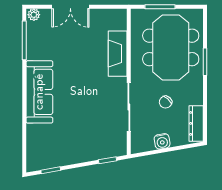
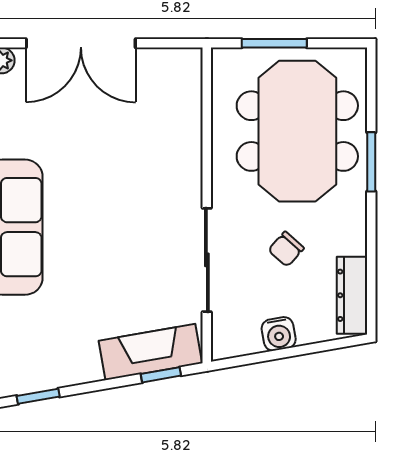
double door: (70, 7) -> (81, 43), width x1.37
fireplace: (118, 54) -> (150, 352), moved, turned 80

